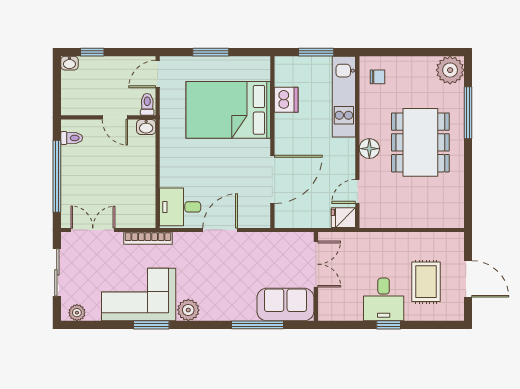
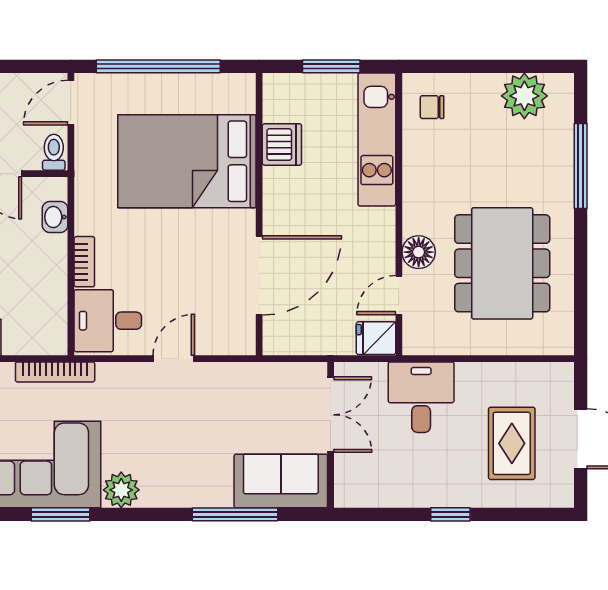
window: (211, 52) -> (158, 66), width x2.11
plant: (450, 70) -> (524, 96), moved
chair: (378, 77) -> (432, 107), turned 180
washbasin: (146, 127) -> (55, 217), moved, turned 90
dining table: (420, 142) -> (502, 263), moved
floor lamp: (369, 149) -> (419, 252), moved
bookcase: (166, 171) -> (84, 262), added
door: (220, 230) -> (174, 359), width x0.73
desk: (384, 299) -> (421, 397), moved, turned 180

